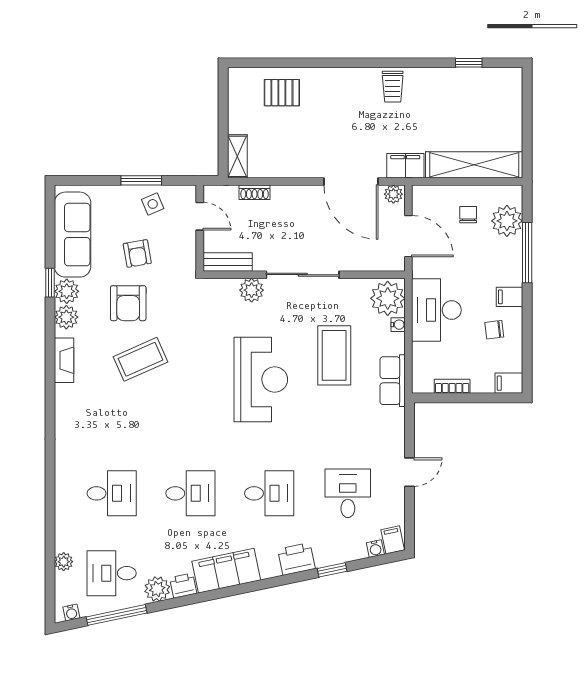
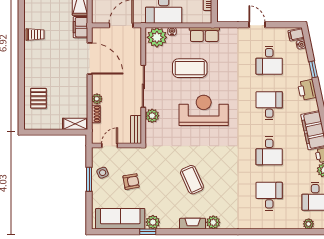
door: (351, 182) -> (90, 58), hinge flipped
plant: (393, 194) -> (97, 99), moved
armchair: (128, 303) -> (160, 187), removed
plant: (66, 317) -> (213, 222), moved
desk: (190, 493) -> (269, 151), turned 180
desk: (348, 493) -> (269, 60), turned -90

